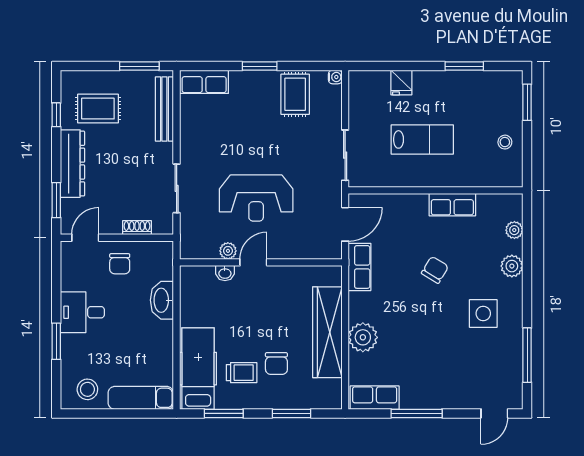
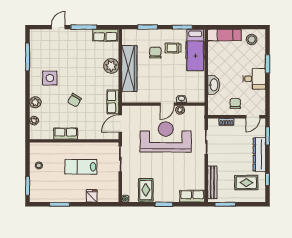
reception desk: (256, 198) -> (166, 137), width x1.36, depth x1.30
door: (494, 413) -> (58, 27), moved

